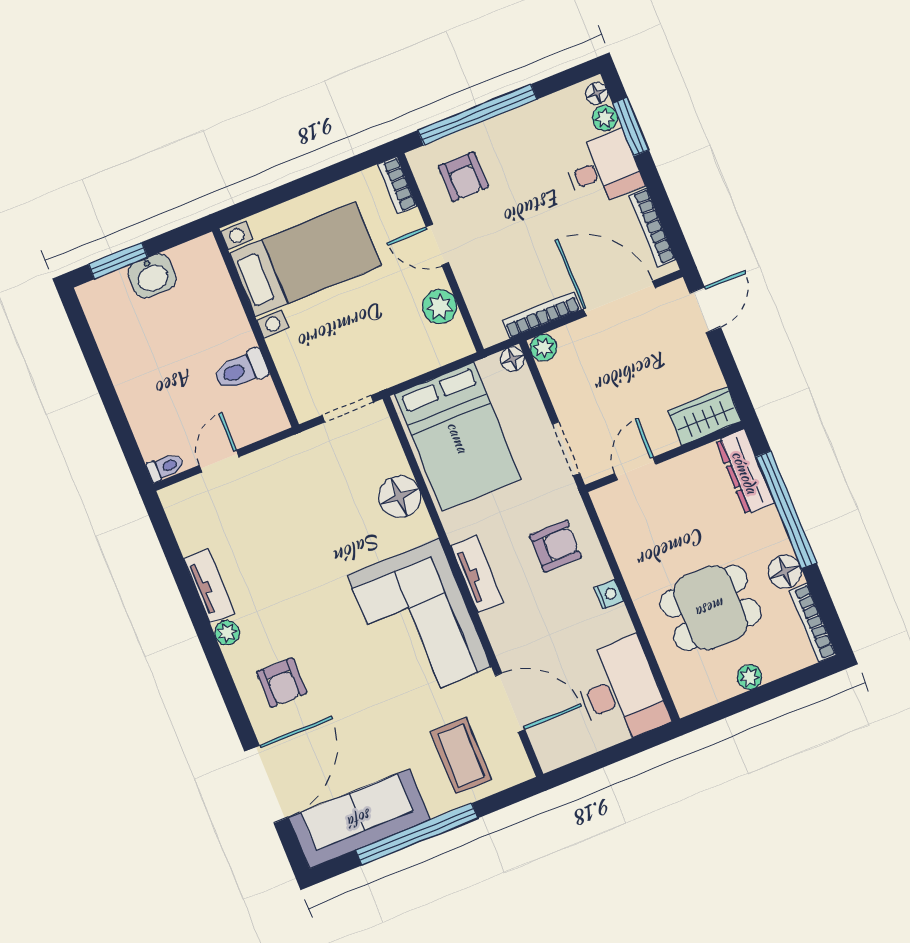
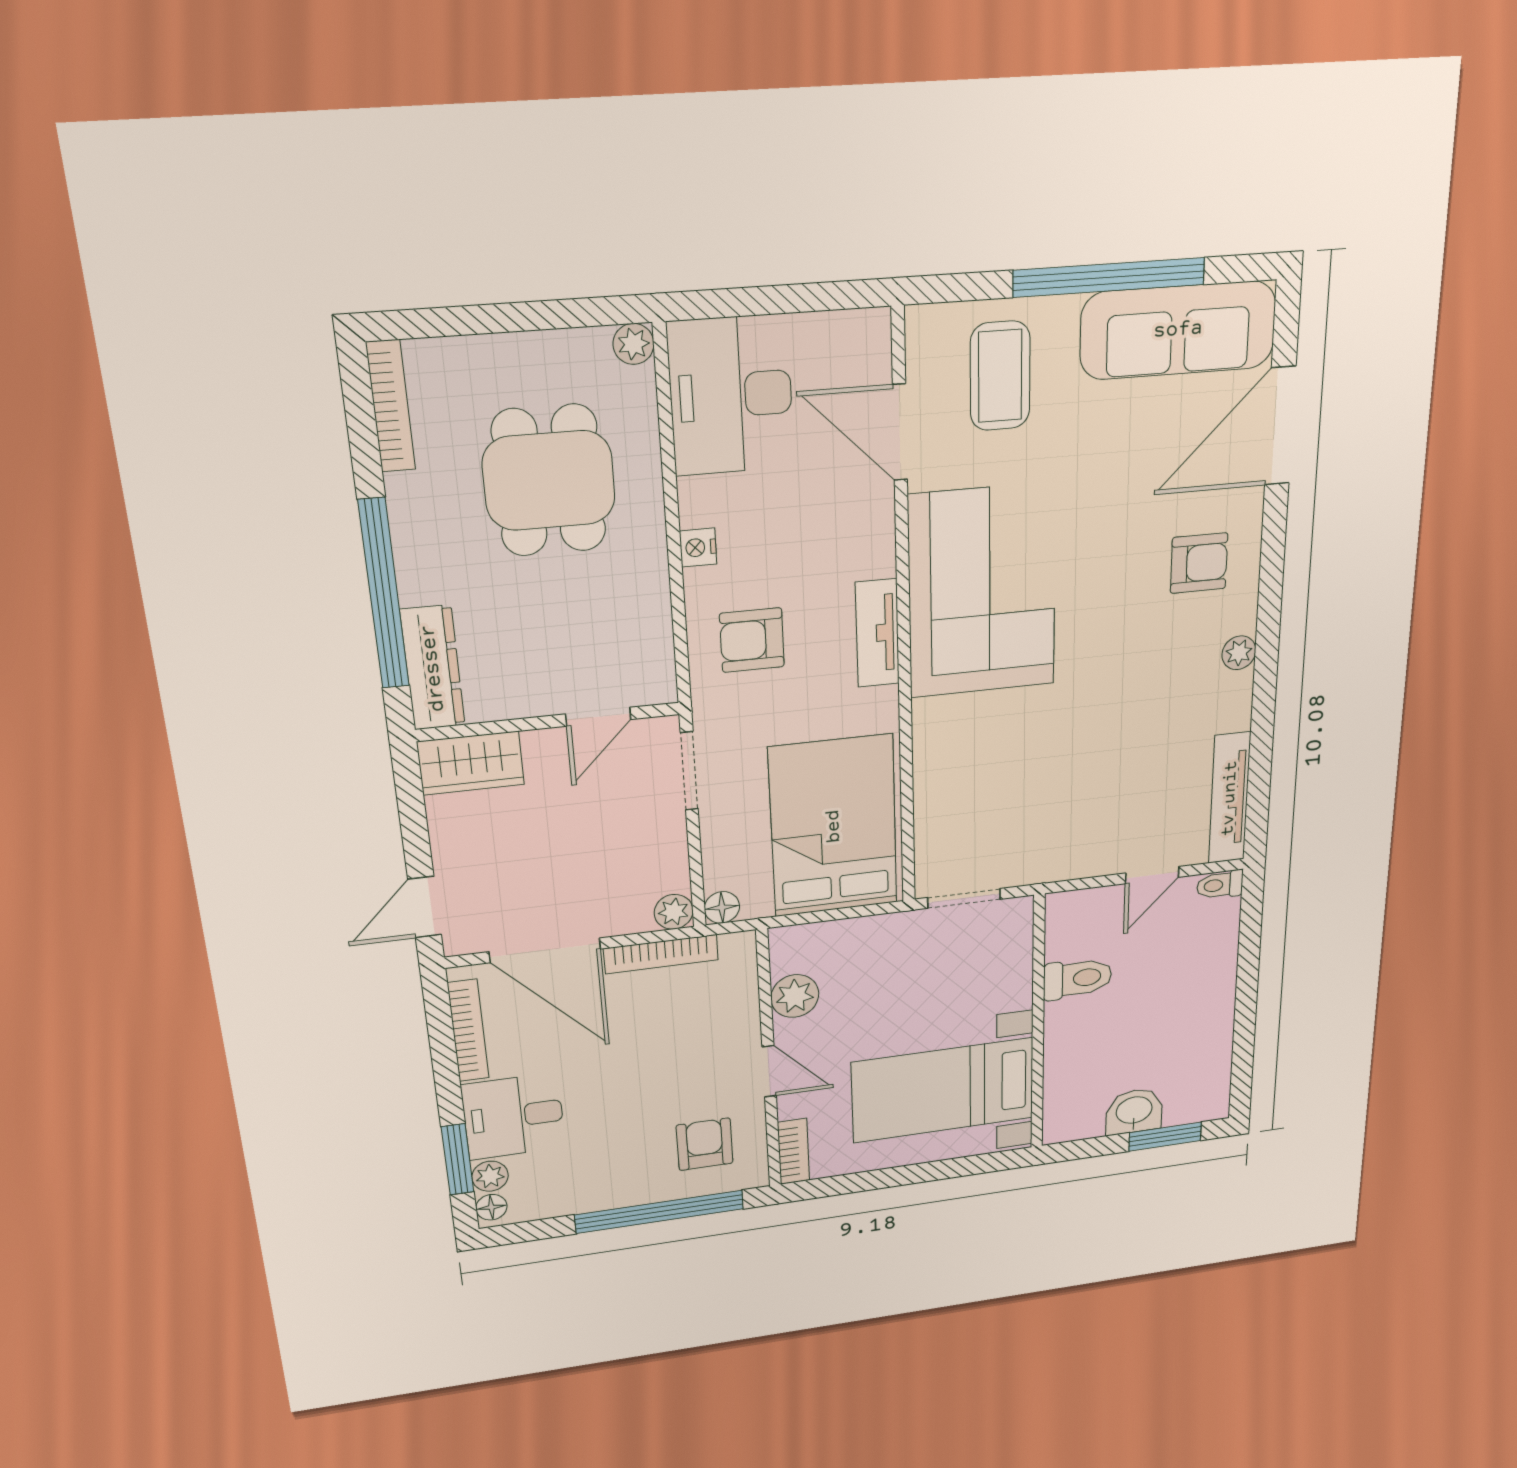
floor lamp: (400, 497) -> (942, 768), removed
floor lamp: (785, 572) -> (414, 501), removed
tv unit: (209, 586) -> (1230, 798), moved, width x1.41
dining table: (711, 608) -> (549, 481), turned 90
plant: (750, 677) -> (634, 344), moved
armchair: (282, 683) -> (1199, 563), turned 90

